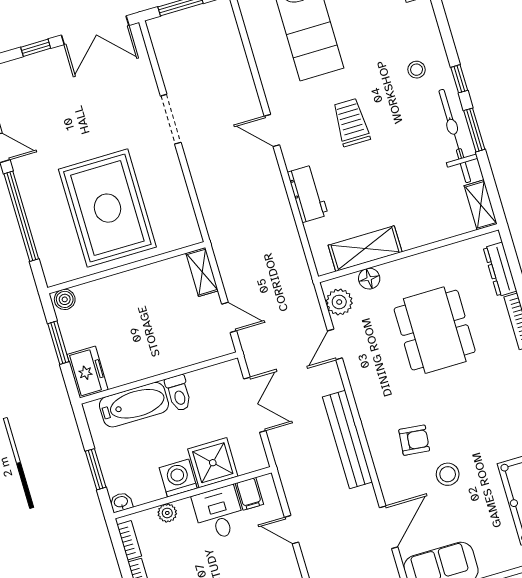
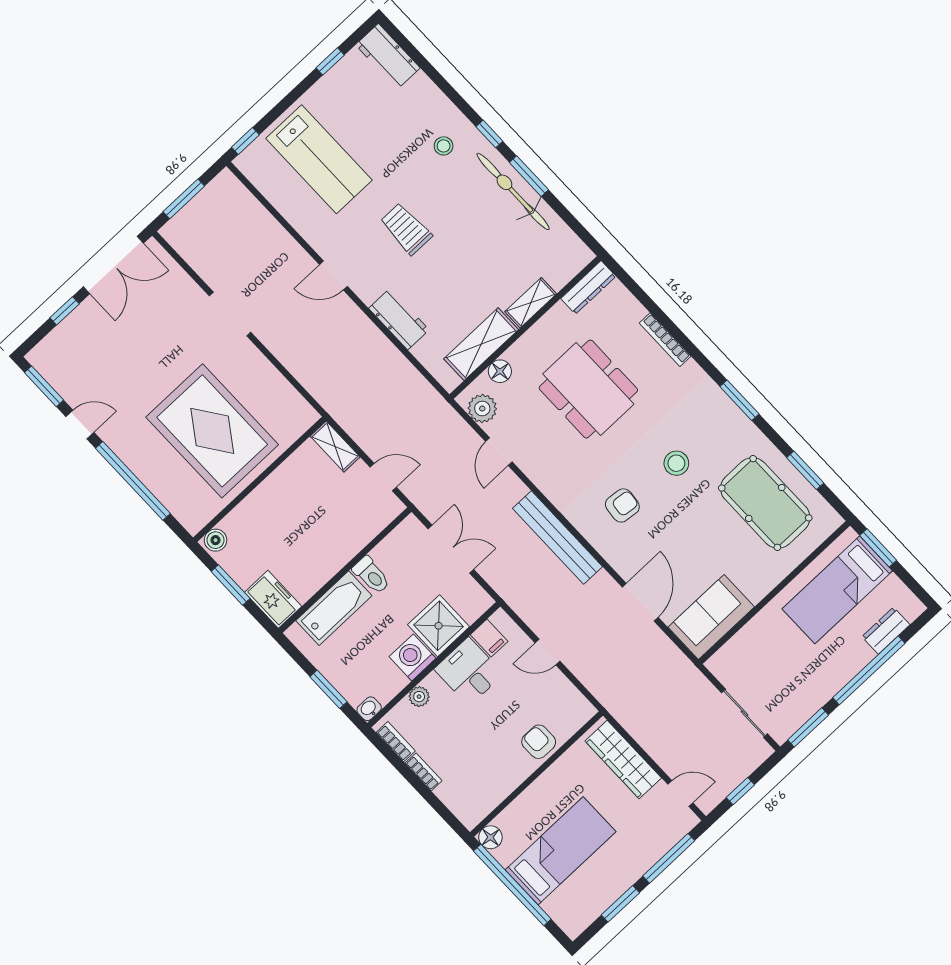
shelving: (481, 205) -> (531, 303), moved, turned 90
dresser: (500, 269) -> (588, 287), moved, turned -90
stool: (448, 474) -> (676, 463), moved

